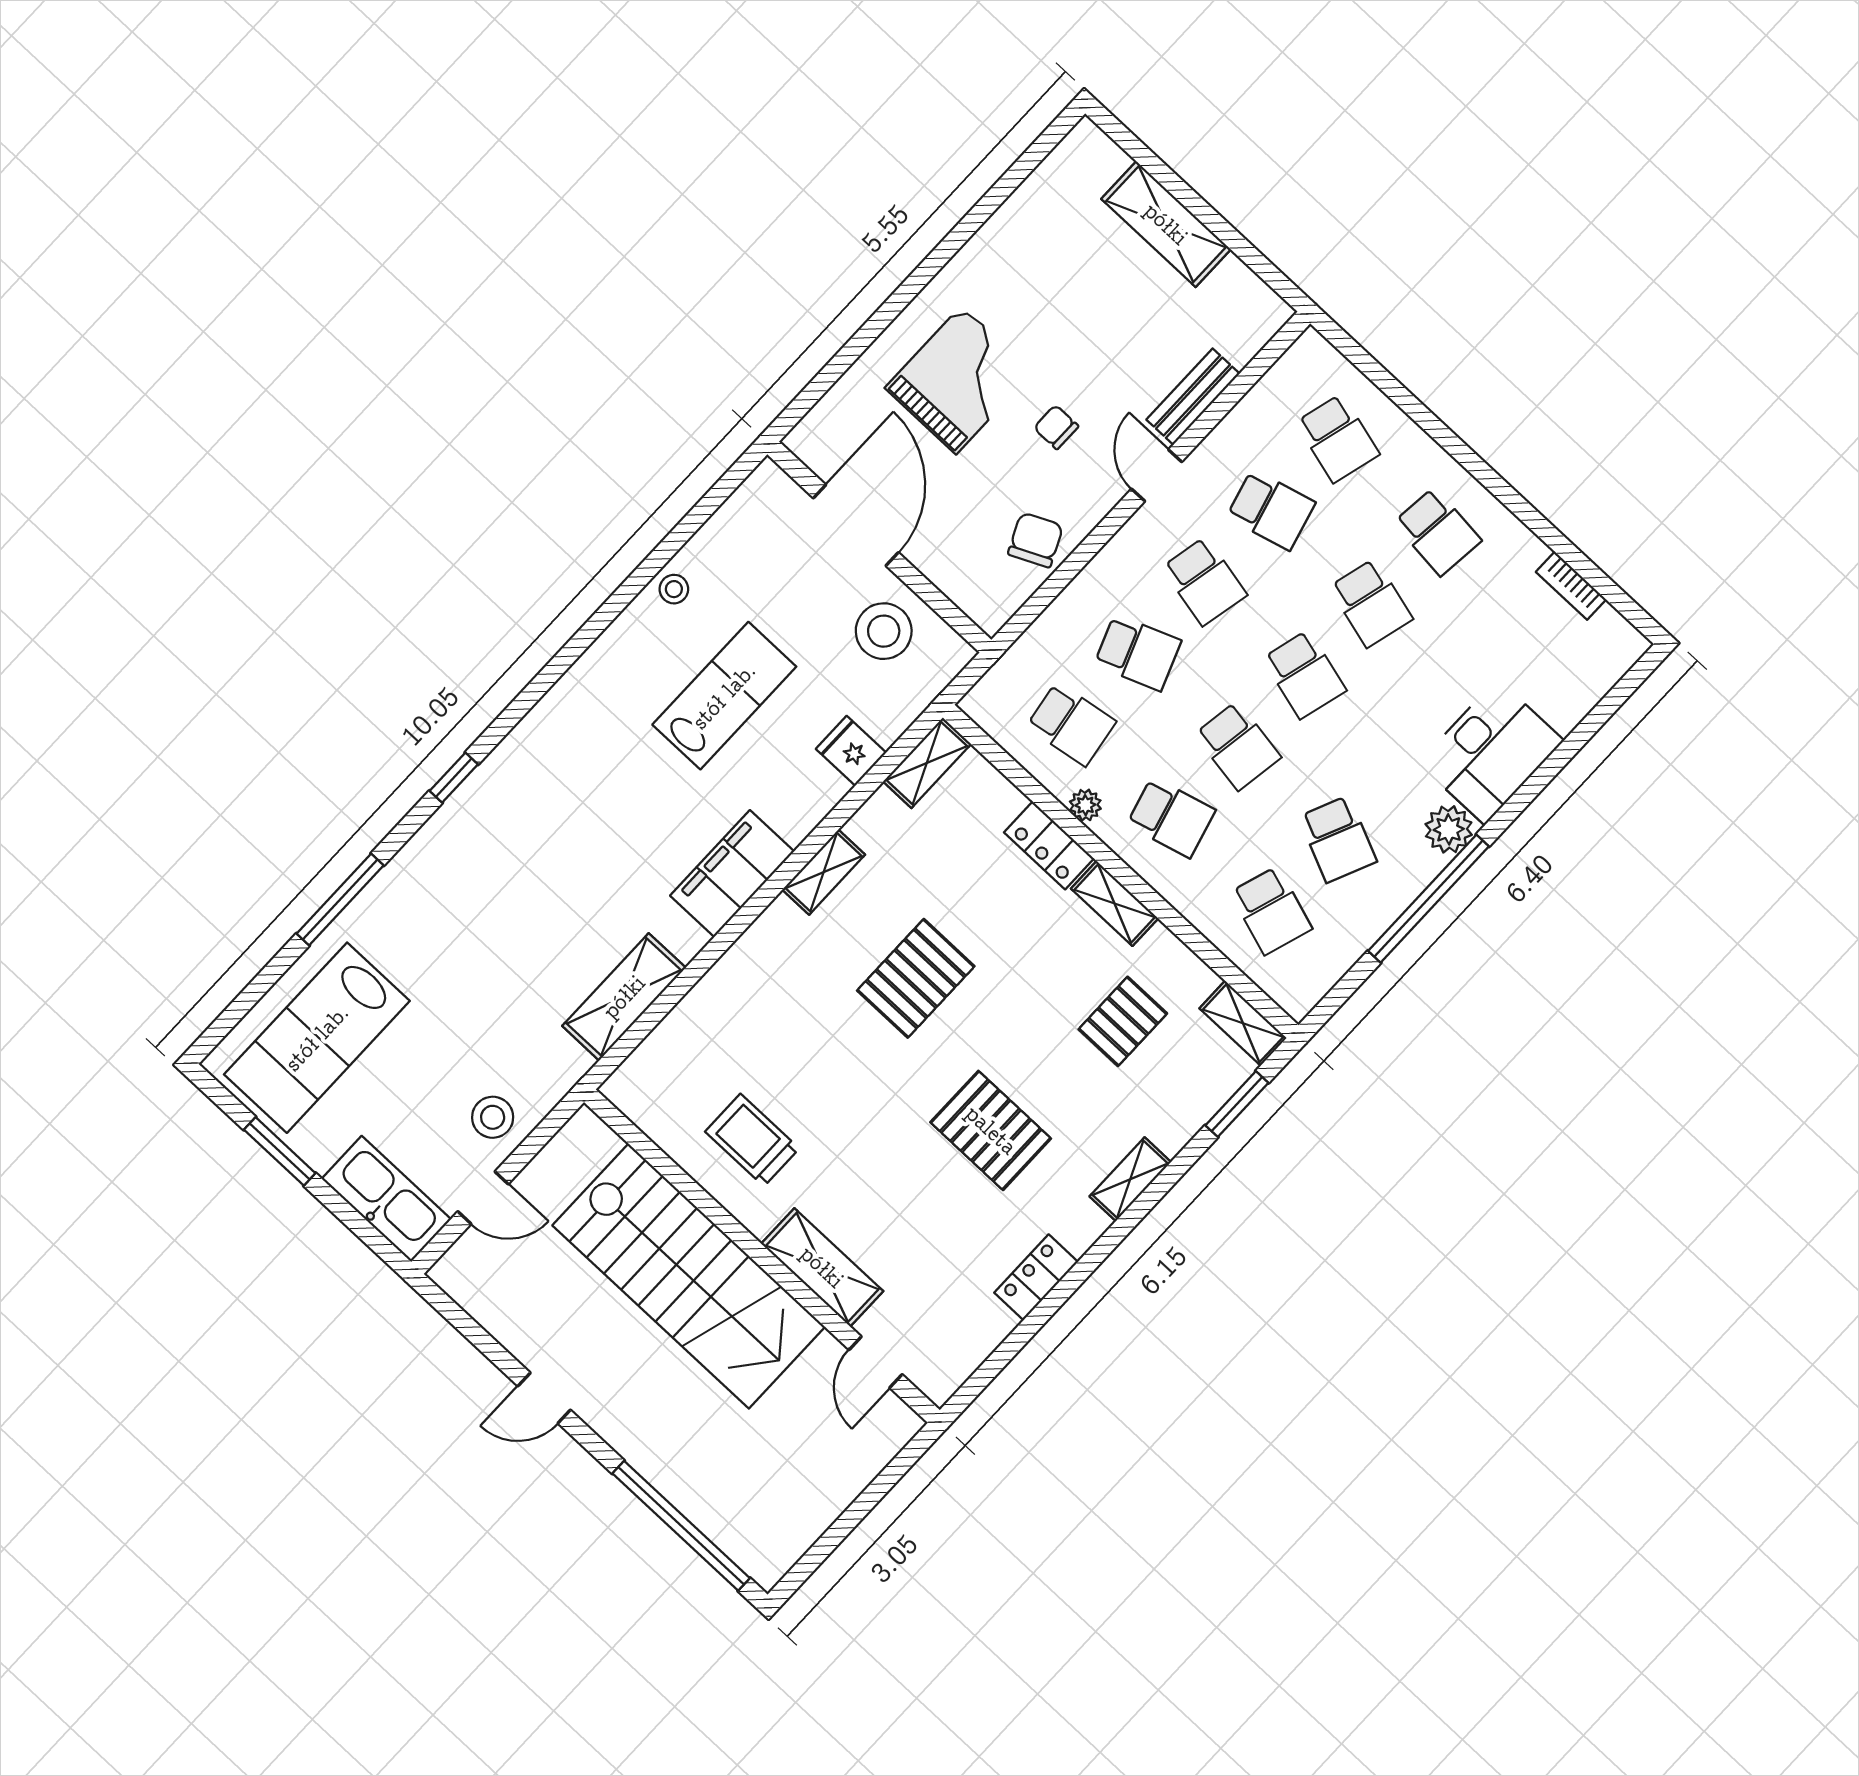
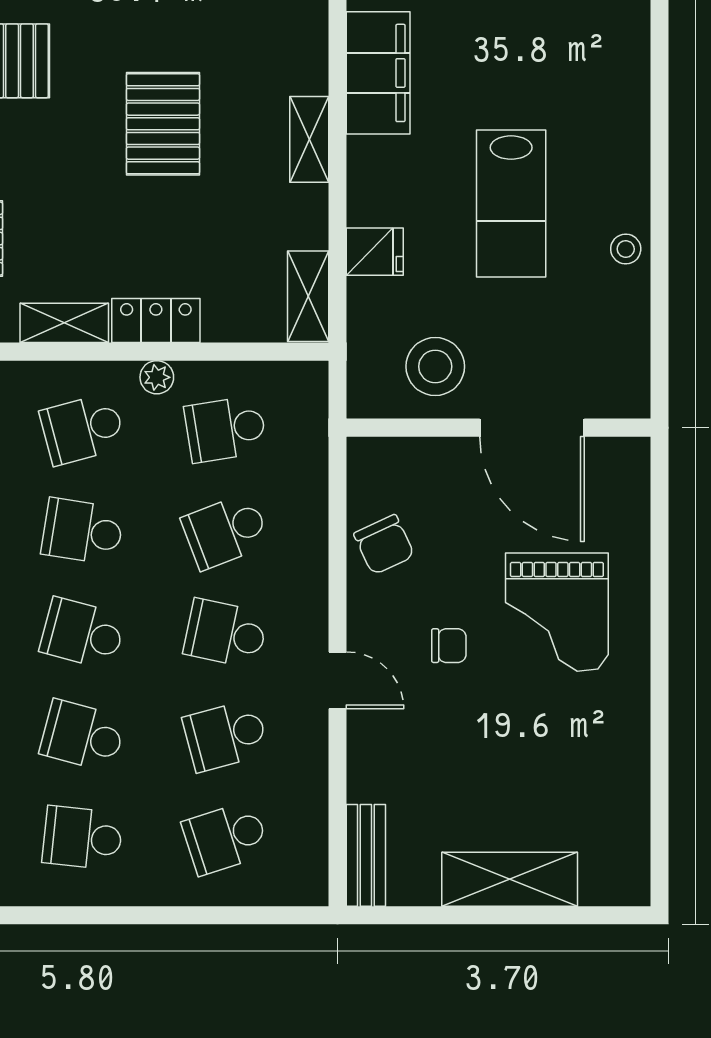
bench: (1193, 397) -> (366, 855), moved
school desk: (1338, 438) -> (226, 838), turned -33

